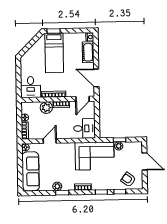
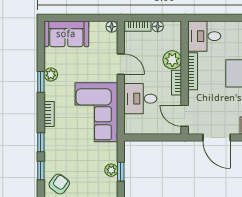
door: (96, 78) -> (217, 138), swing flipped
desk: (84, 128) -> (140, 99), moved, turned 90
corner sofa: (95, 156) -> (96, 112), moved
sofa: (31, 171) -> (66, 34), width x0.73

